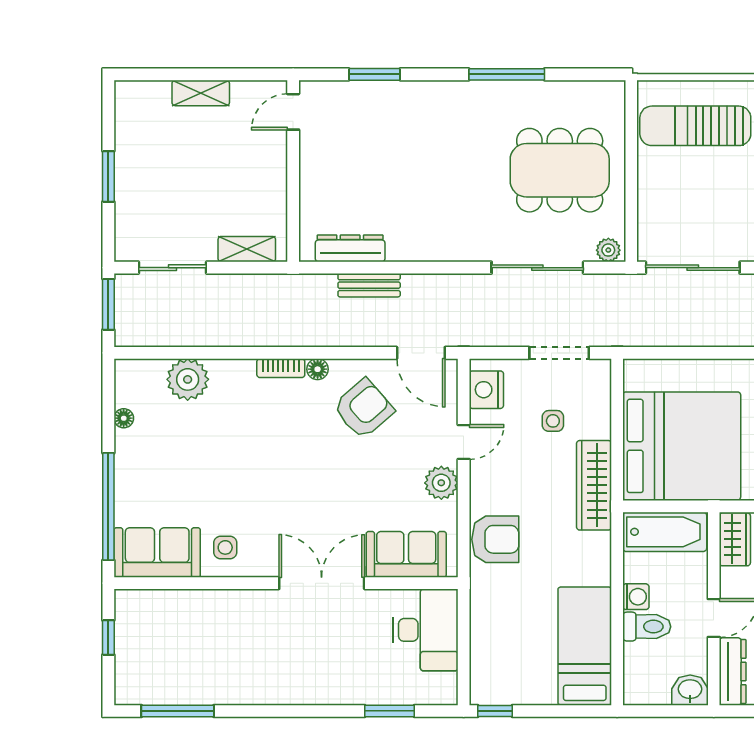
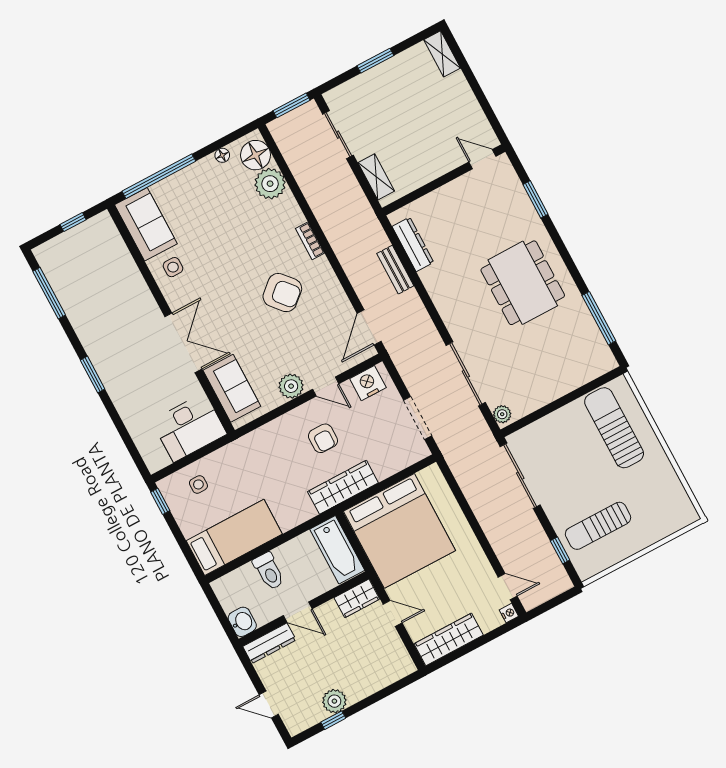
window: (507, 74) -> (599, 318), moved
shelving: (201, 93) -> (442, 54), moved
dining table: (560, 170) -> (523, 283), moved
floor lamp: (318, 369) -> (256, 155), moved, width x1.89, depth x1.89
armchair: (364, 409) -> (282, 293), moved
side table: (553, 421) -> (198, 484), moved
armchair: (495, 539) -> (323, 438), moved, width x0.72, depth x0.72
washing machine: (636, 597) -> (284, 554), removed
window: (389, 711) -> (93, 374), moved

